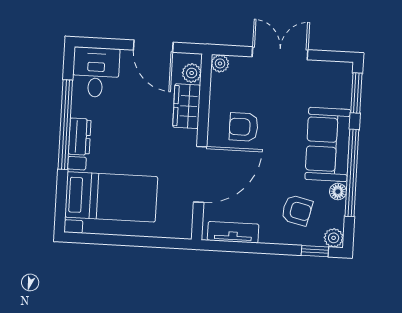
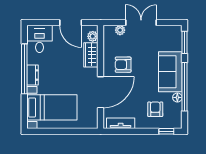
plant: (220, 63) -> (120, 30), moved
armchair: (297, 210) -> (155, 109), turned -103
plant: (334, 238) -> (176, 123), removed

